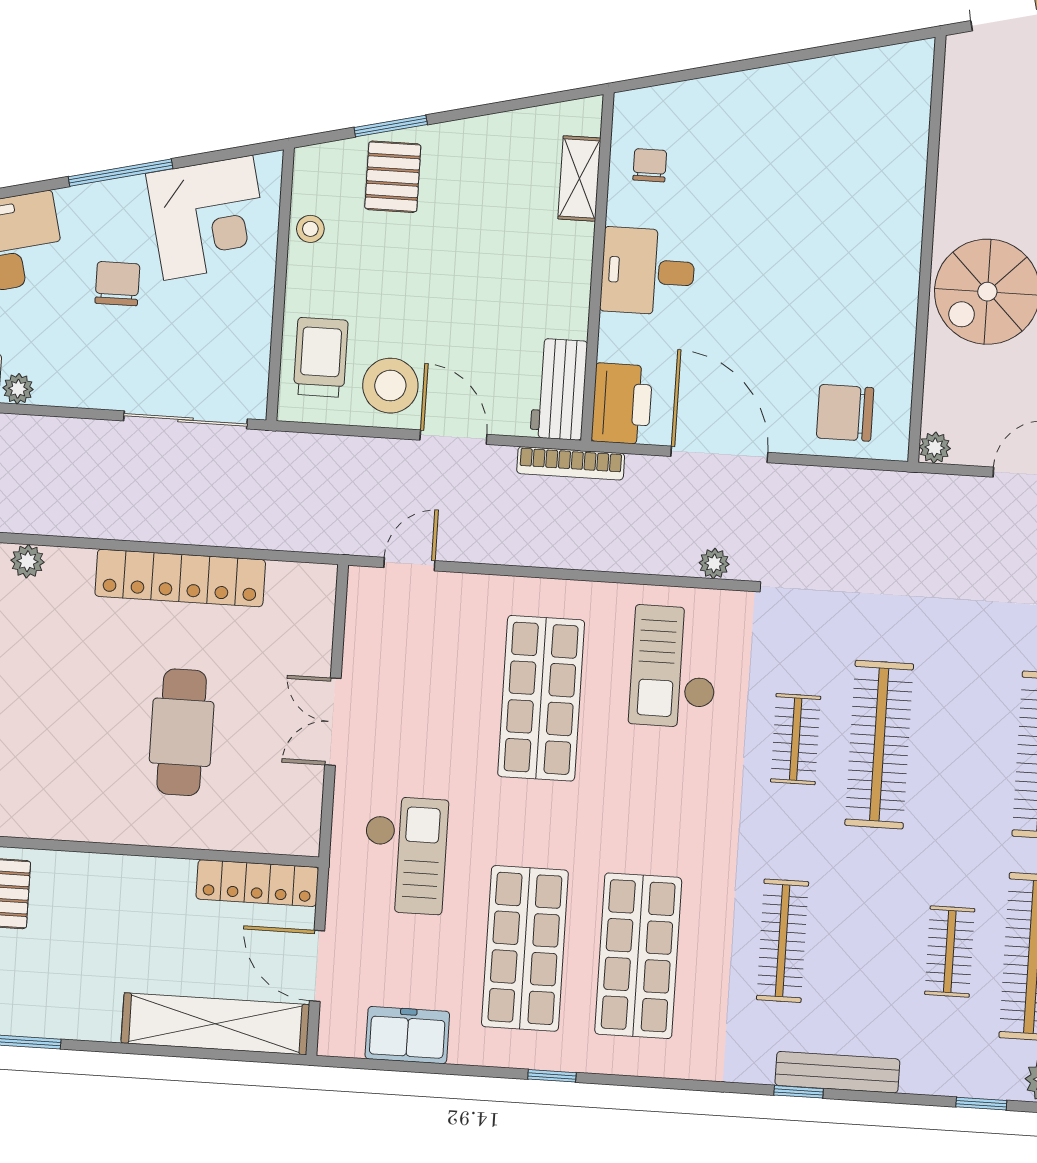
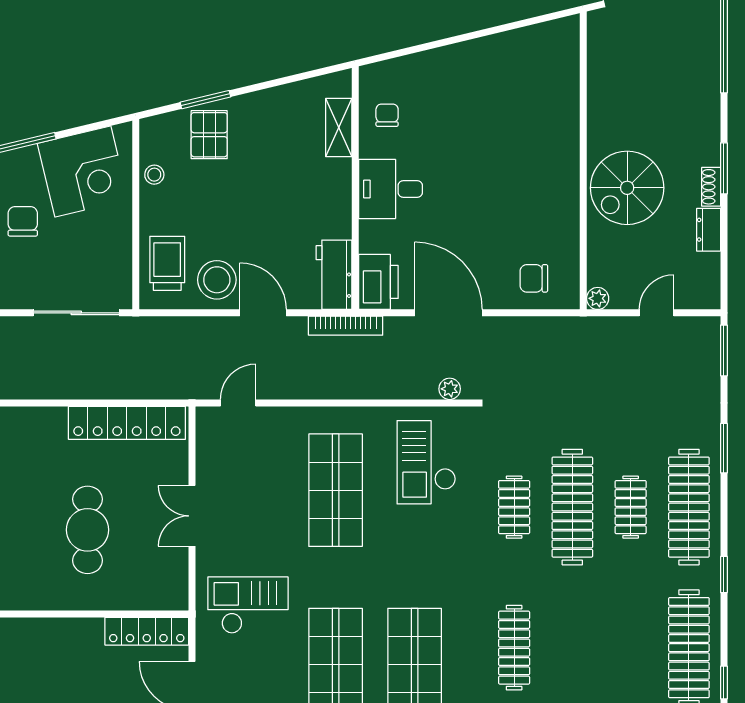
chair: (845, 413) -> (534, 278), width x0.73, depth x0.73
locker: (180, 578) -> (127, 423), moved
checkout: (405, 855) -> (248, 605), turned -90
clothes rail: (950, 952) -> (631, 507), moved

